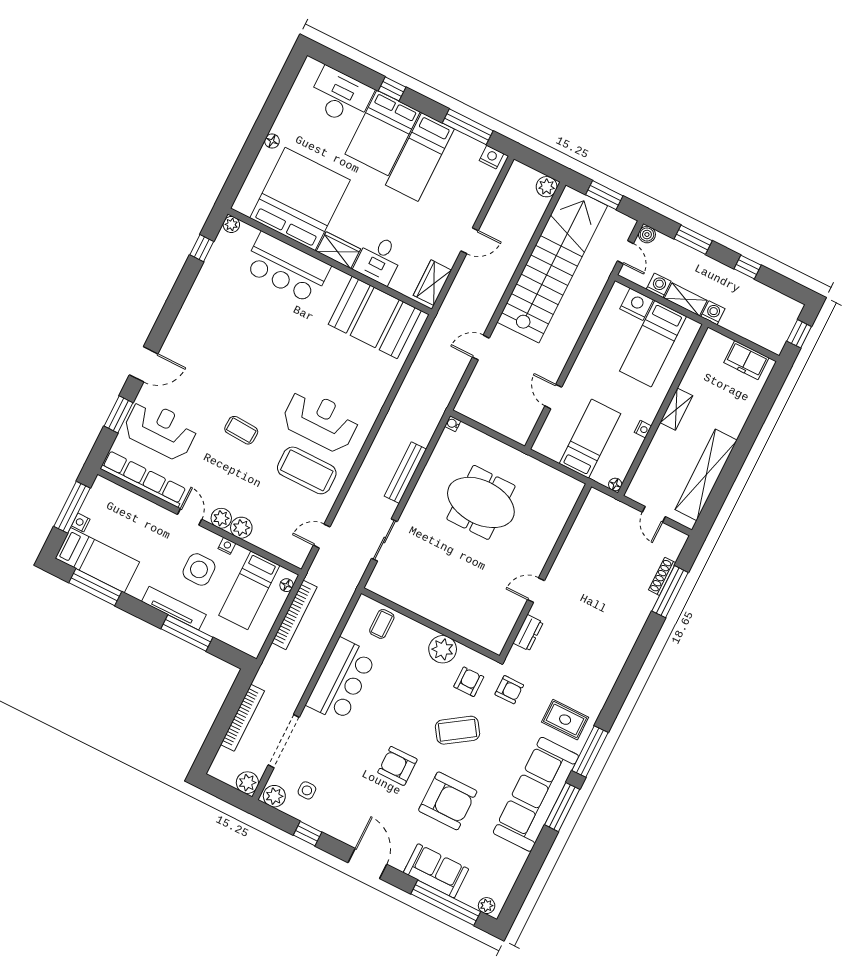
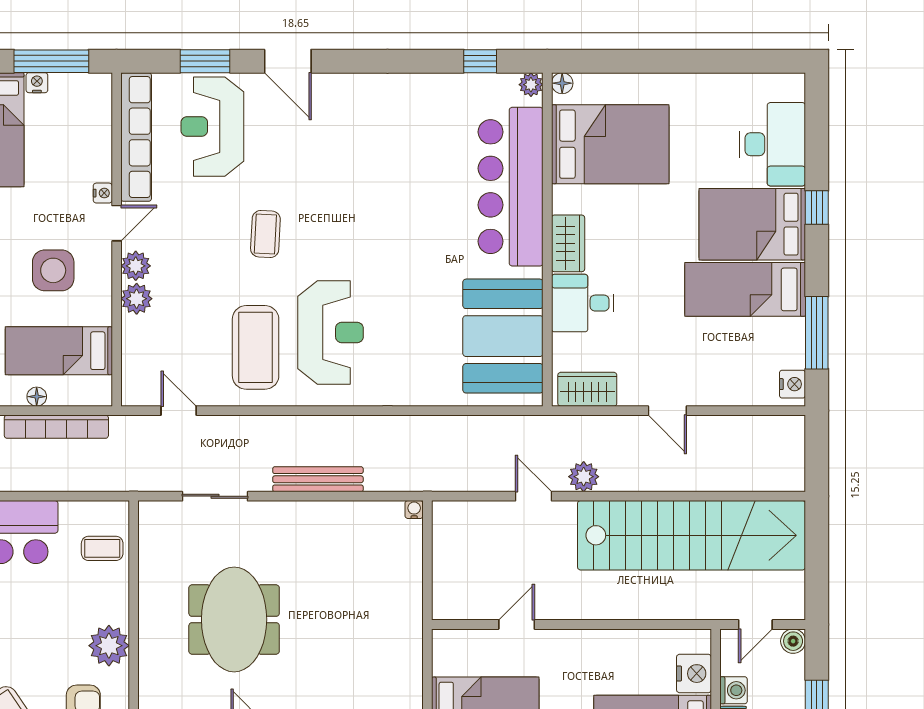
floor lamp: (272, 141) -> (562, 83), moved
plant: (547, 187) -> (584, 477), moved
window: (604, 195) -> (817, 559), removed
bed: (300, 199) -> (610, 144), width x0.73
bar counter: (287, 268) -> (511, 187), width x1.36
reception desk: (160, 430) -> (212, 127), turned 180
meeting table: (481, 502) -> (234, 619), moved
nightstand: (227, 546) -> (103, 193), moved
floor lamp: (287, 585) -> (37, 397), moved

